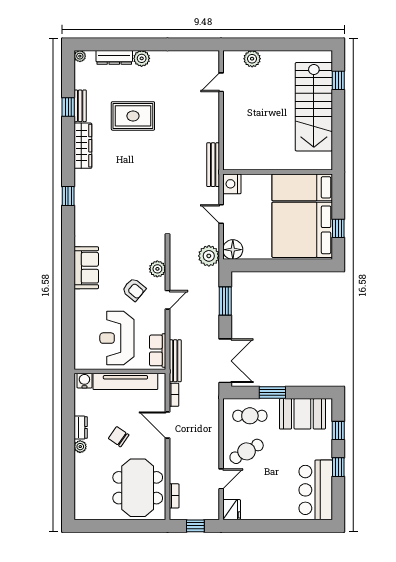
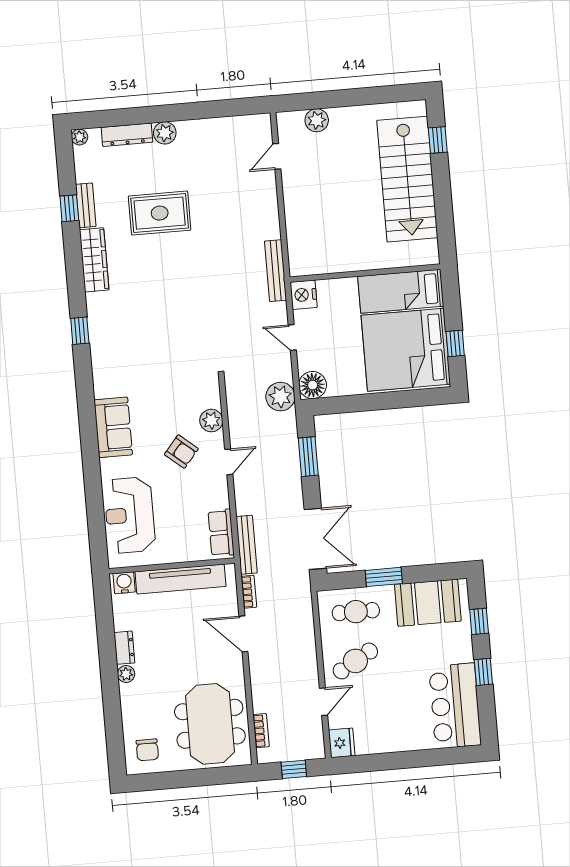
reception desk: (117, 338) -> (130, 515), moved
chair: (119, 437) -> (147, 750), moved, turned -125

